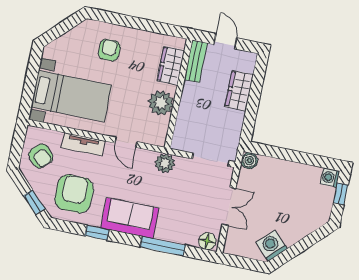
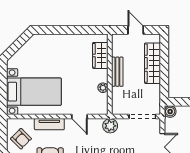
armchair: (109, 50) -> (54, 53), removed
bench: (196, 61) -> (117, 72), moved
wardrobe: (239, 91) -> (153, 63), width x1.50
plant: (161, 103) -> (103, 88), width x0.53, depth x0.53

